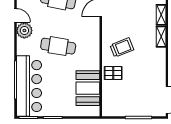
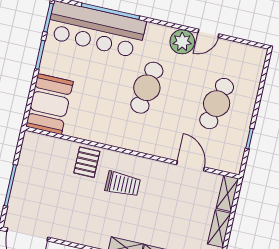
trolley: (122, 47) -> (123, 184), turned -68
booth: (88, 88) -> (49, 104), moved, turned 90

